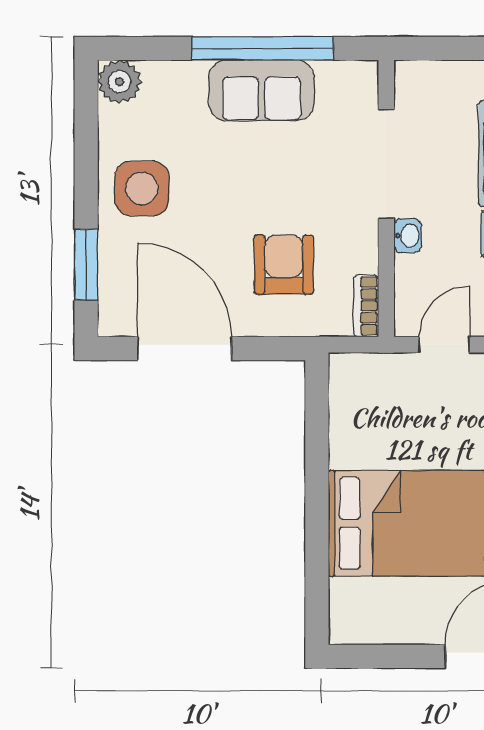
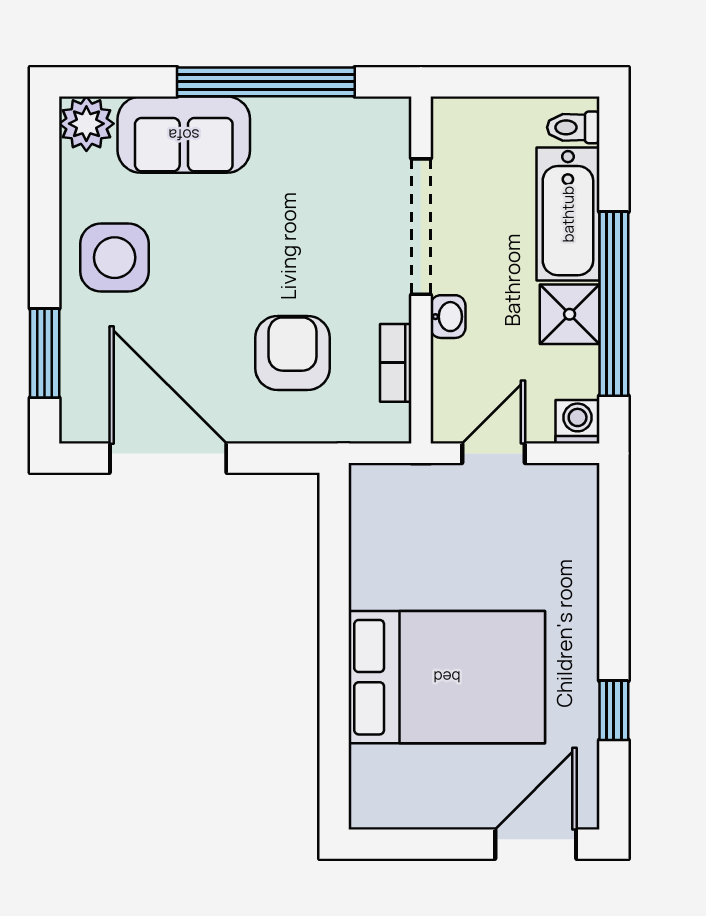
sofa: (261, 90) -> (184, 135), moved
bookcase: (366, 306) -> (396, 363), moved

